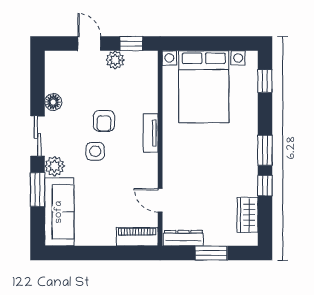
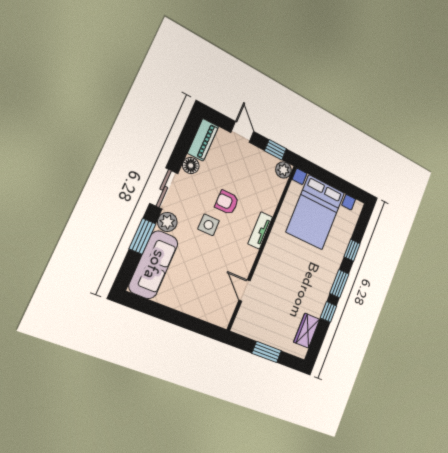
plant: (115, 60) -> (283, 170), moved
window: (265, 81) -> (352, 250), moved
armchair: (104, 121) -> (227, 202), turned 90
piano: (137, 237) -> (203, 140), moved, turned 90
dresser: (183, 238) -> (250, 331), removed

